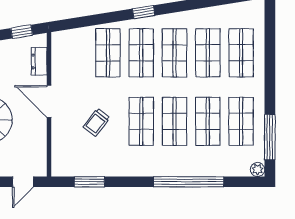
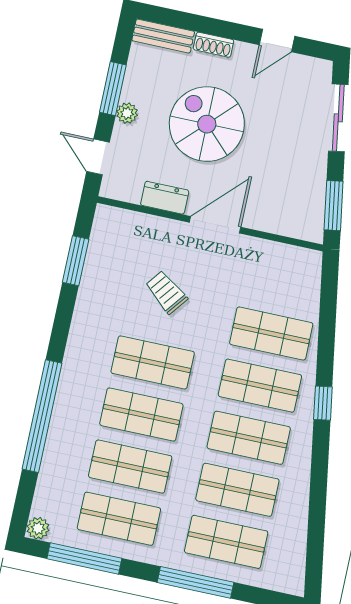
window: (22, 32) -> (334, 206), width x1.50
dresser: (39, 61) -> (165, 198), moved
window: (270, 66) -> (195, 582), added

